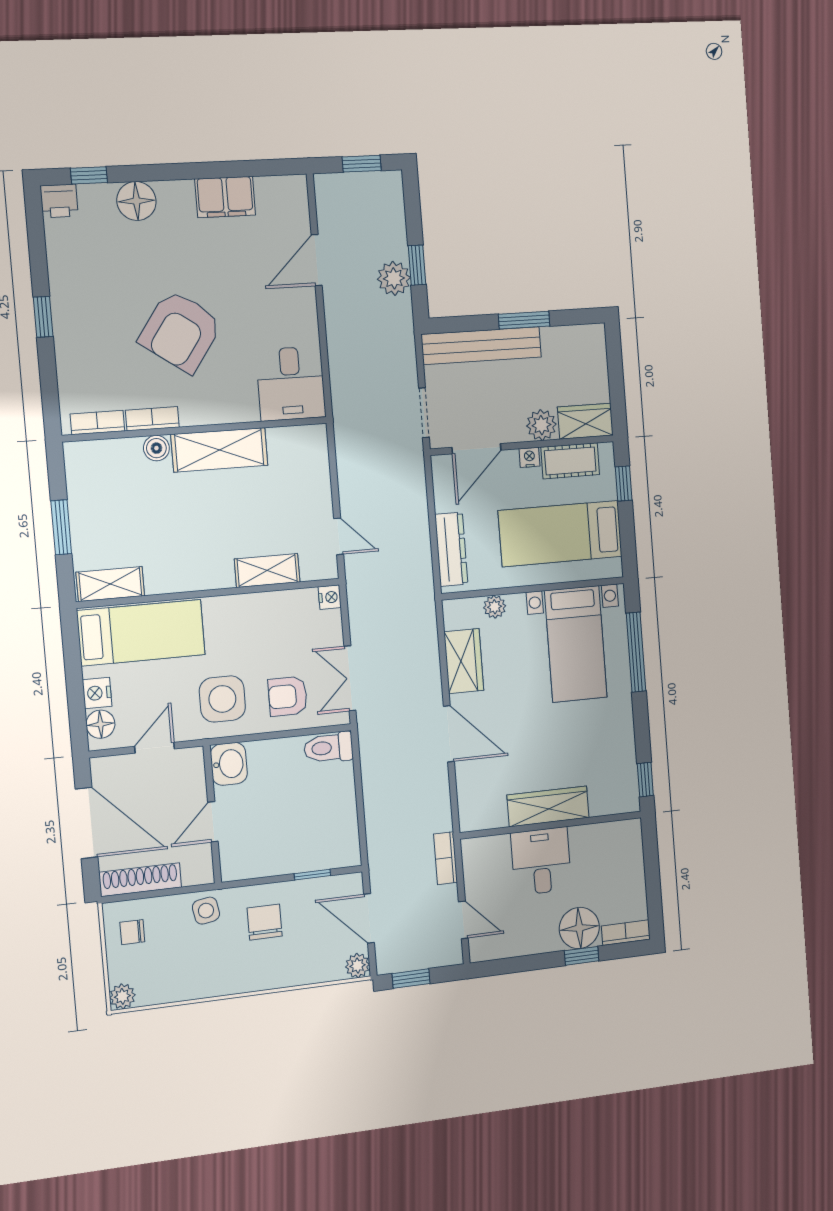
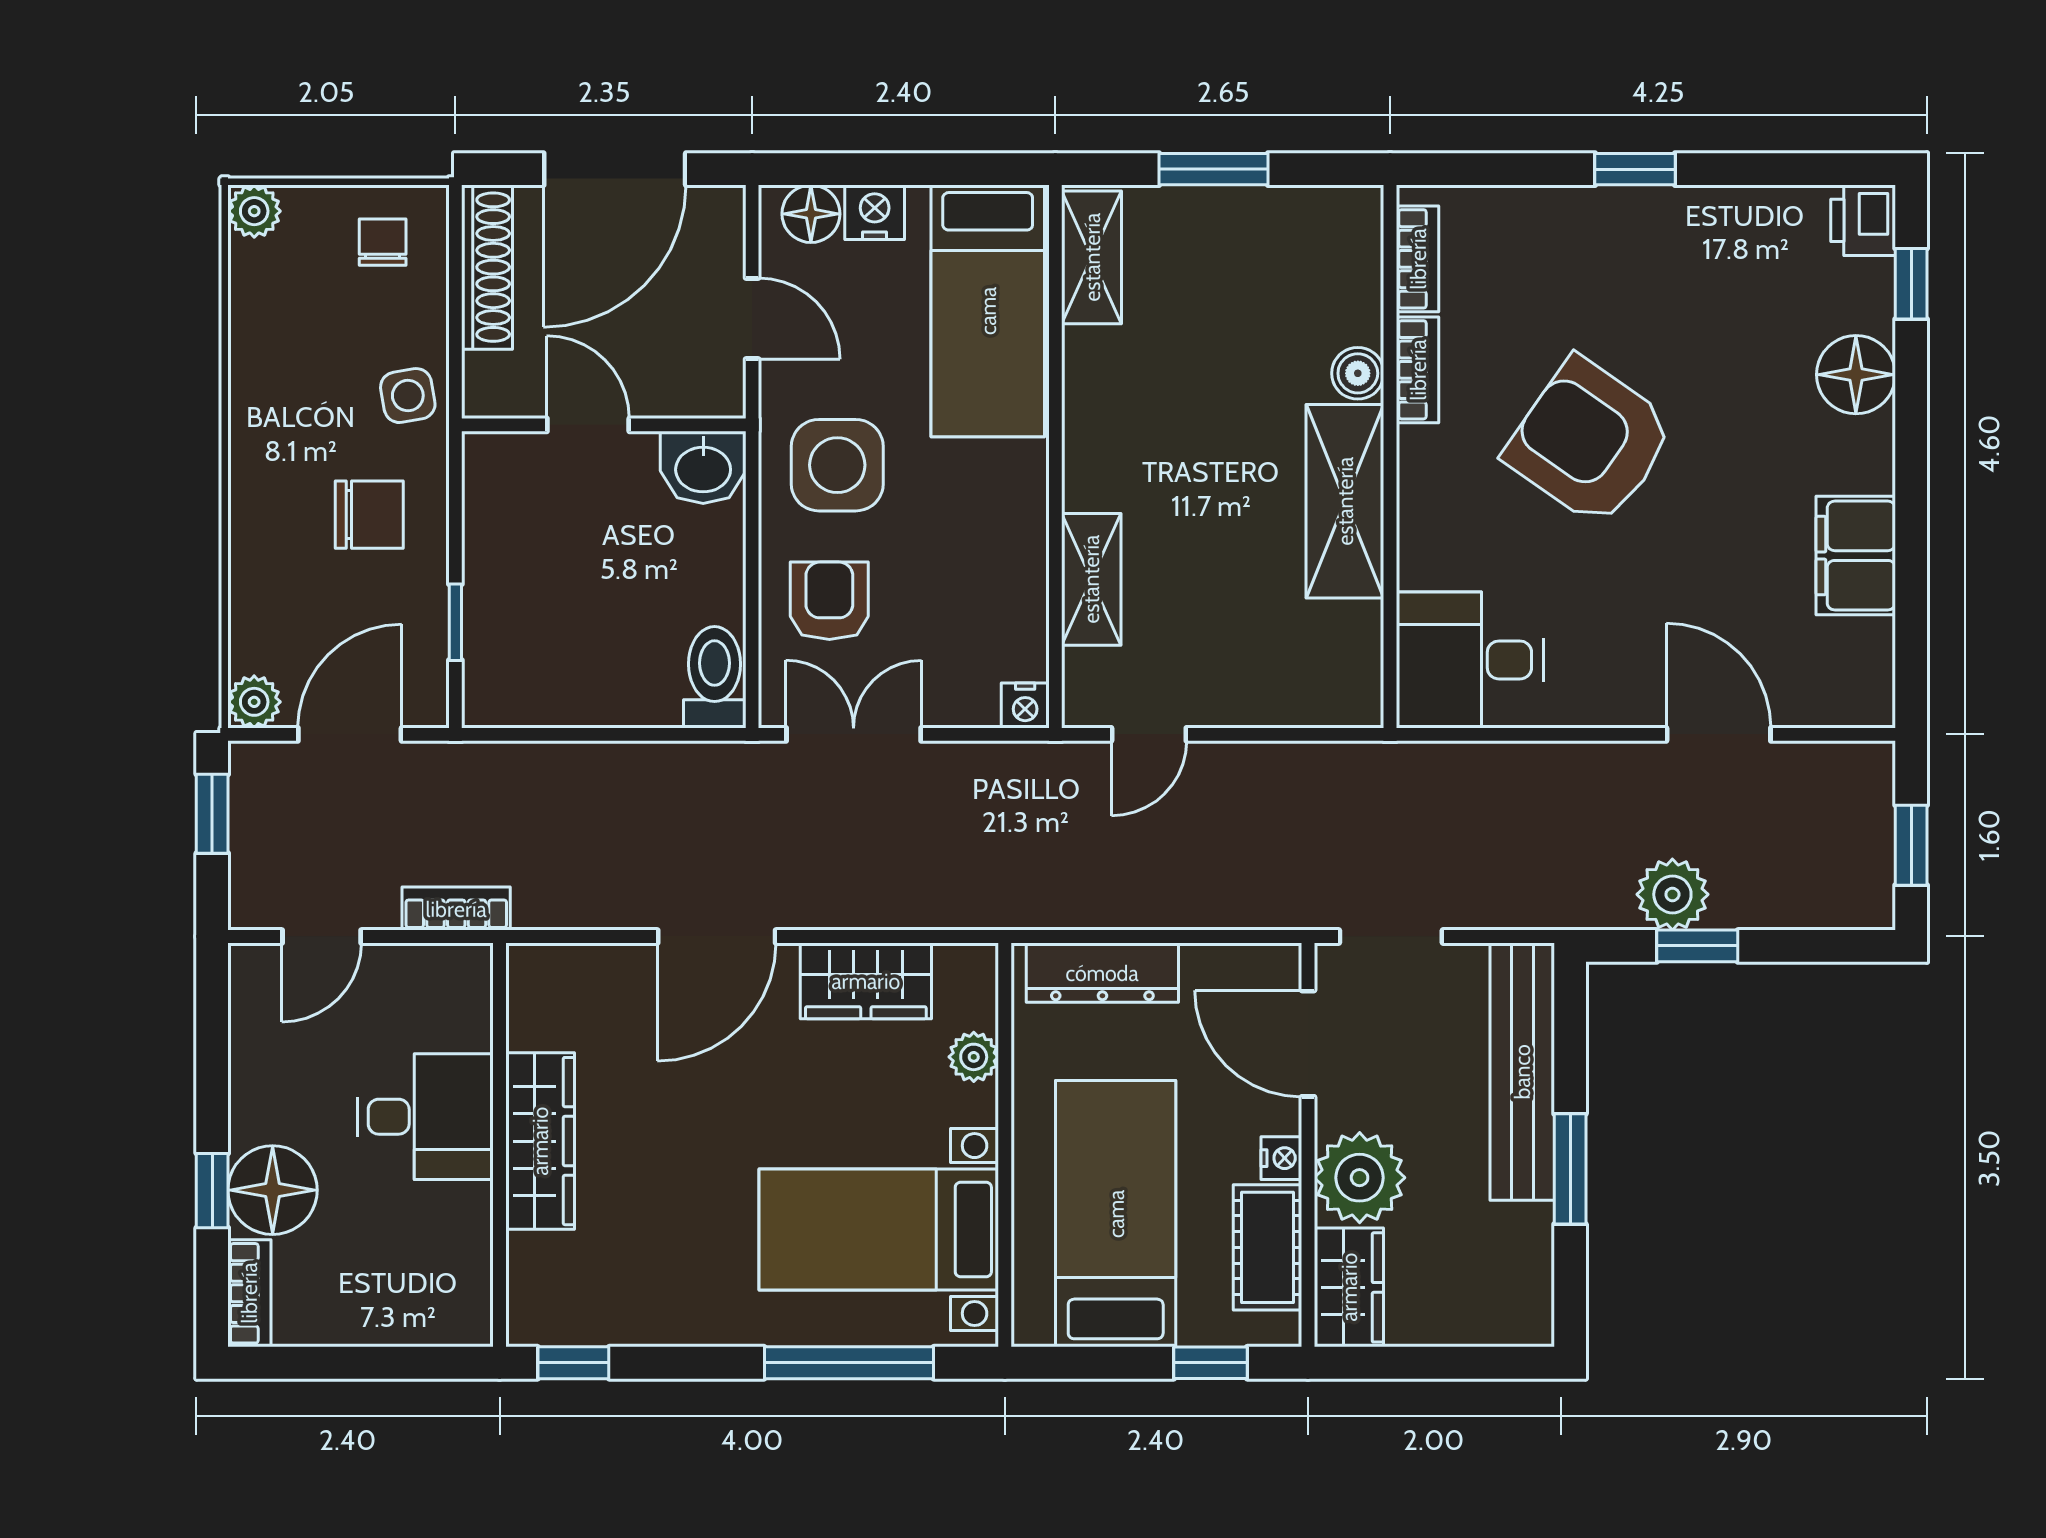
plant: (541, 425) -> (1360, 1178), width x1.36, depth x1.36

